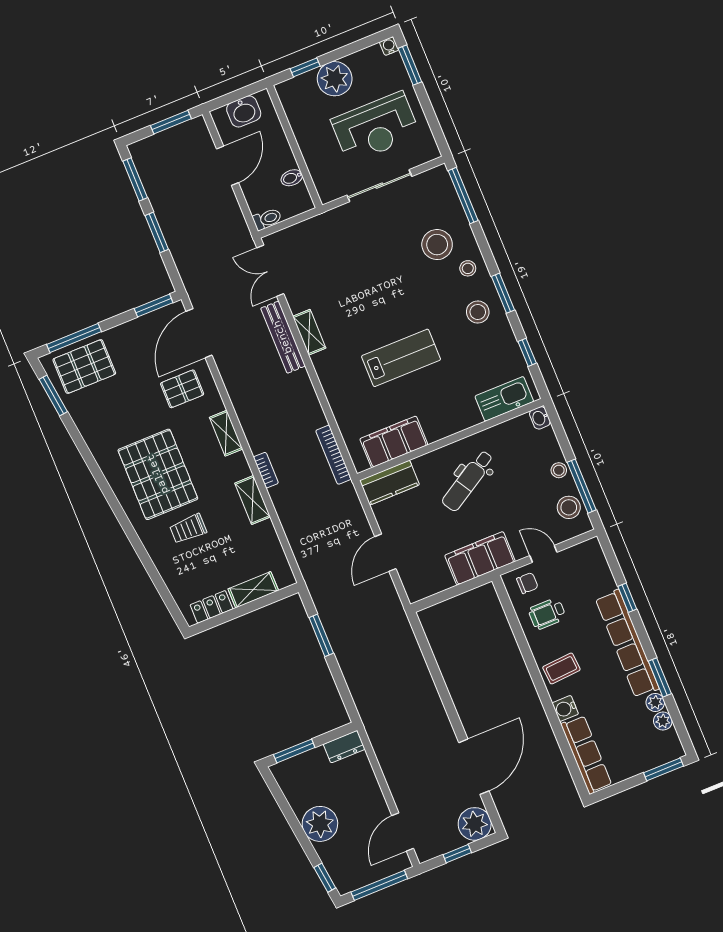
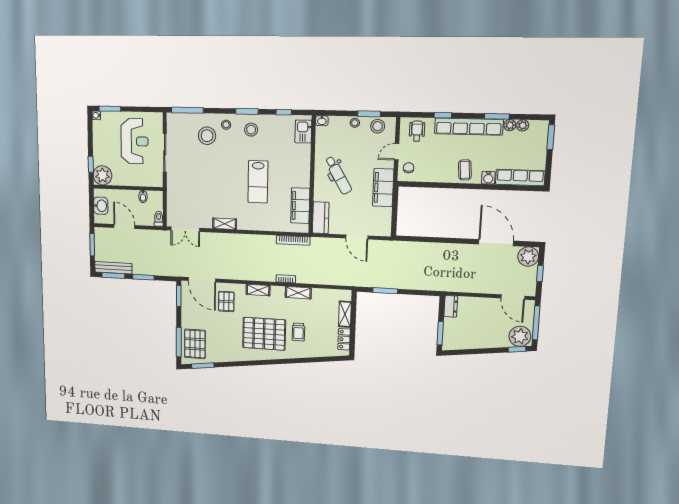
plant: (335, 79) -> (102, 175), moved
bench: (283, 337) -> (113, 268), moved
lab bench: (401, 358) -> (258, 182), turned 180
kitchen sink: (504, 399) -> (303, 131), width x0.73
window: (582, 486) -> (369, 114), width x0.69
wheelchair: (547, 614) -> (417, 131), moved, turned 180
plant: (320, 824) -> (520, 336), moved

